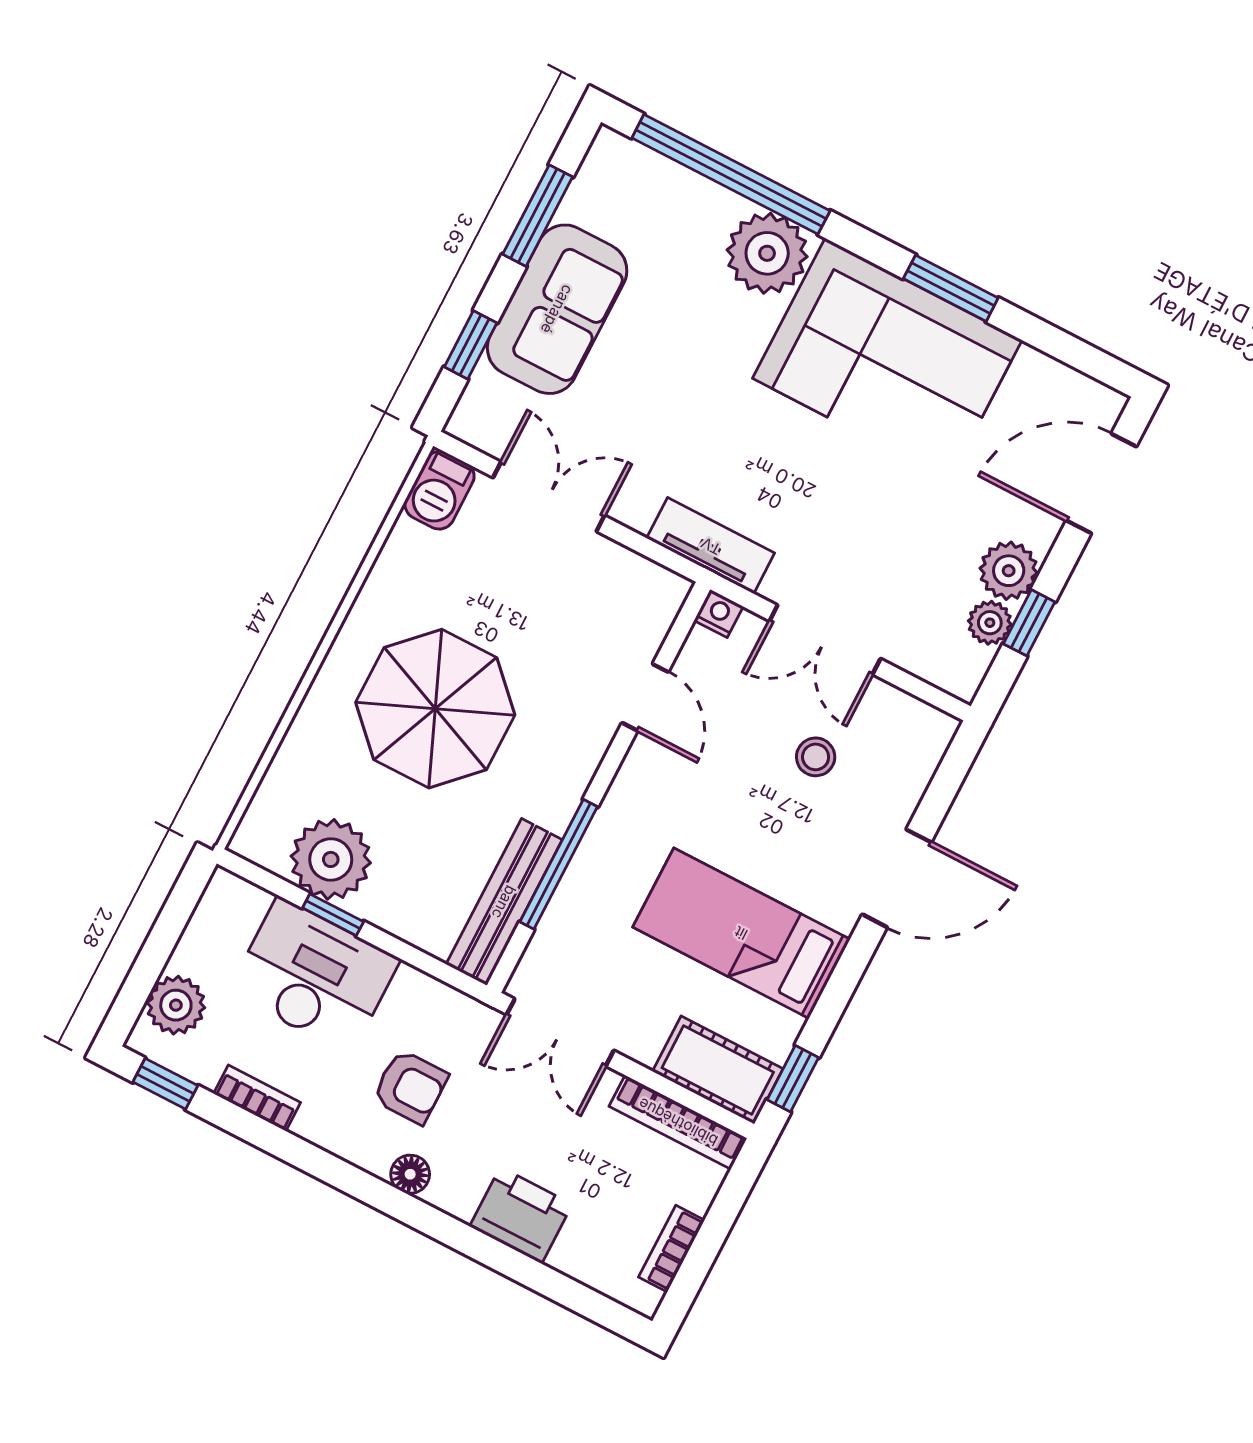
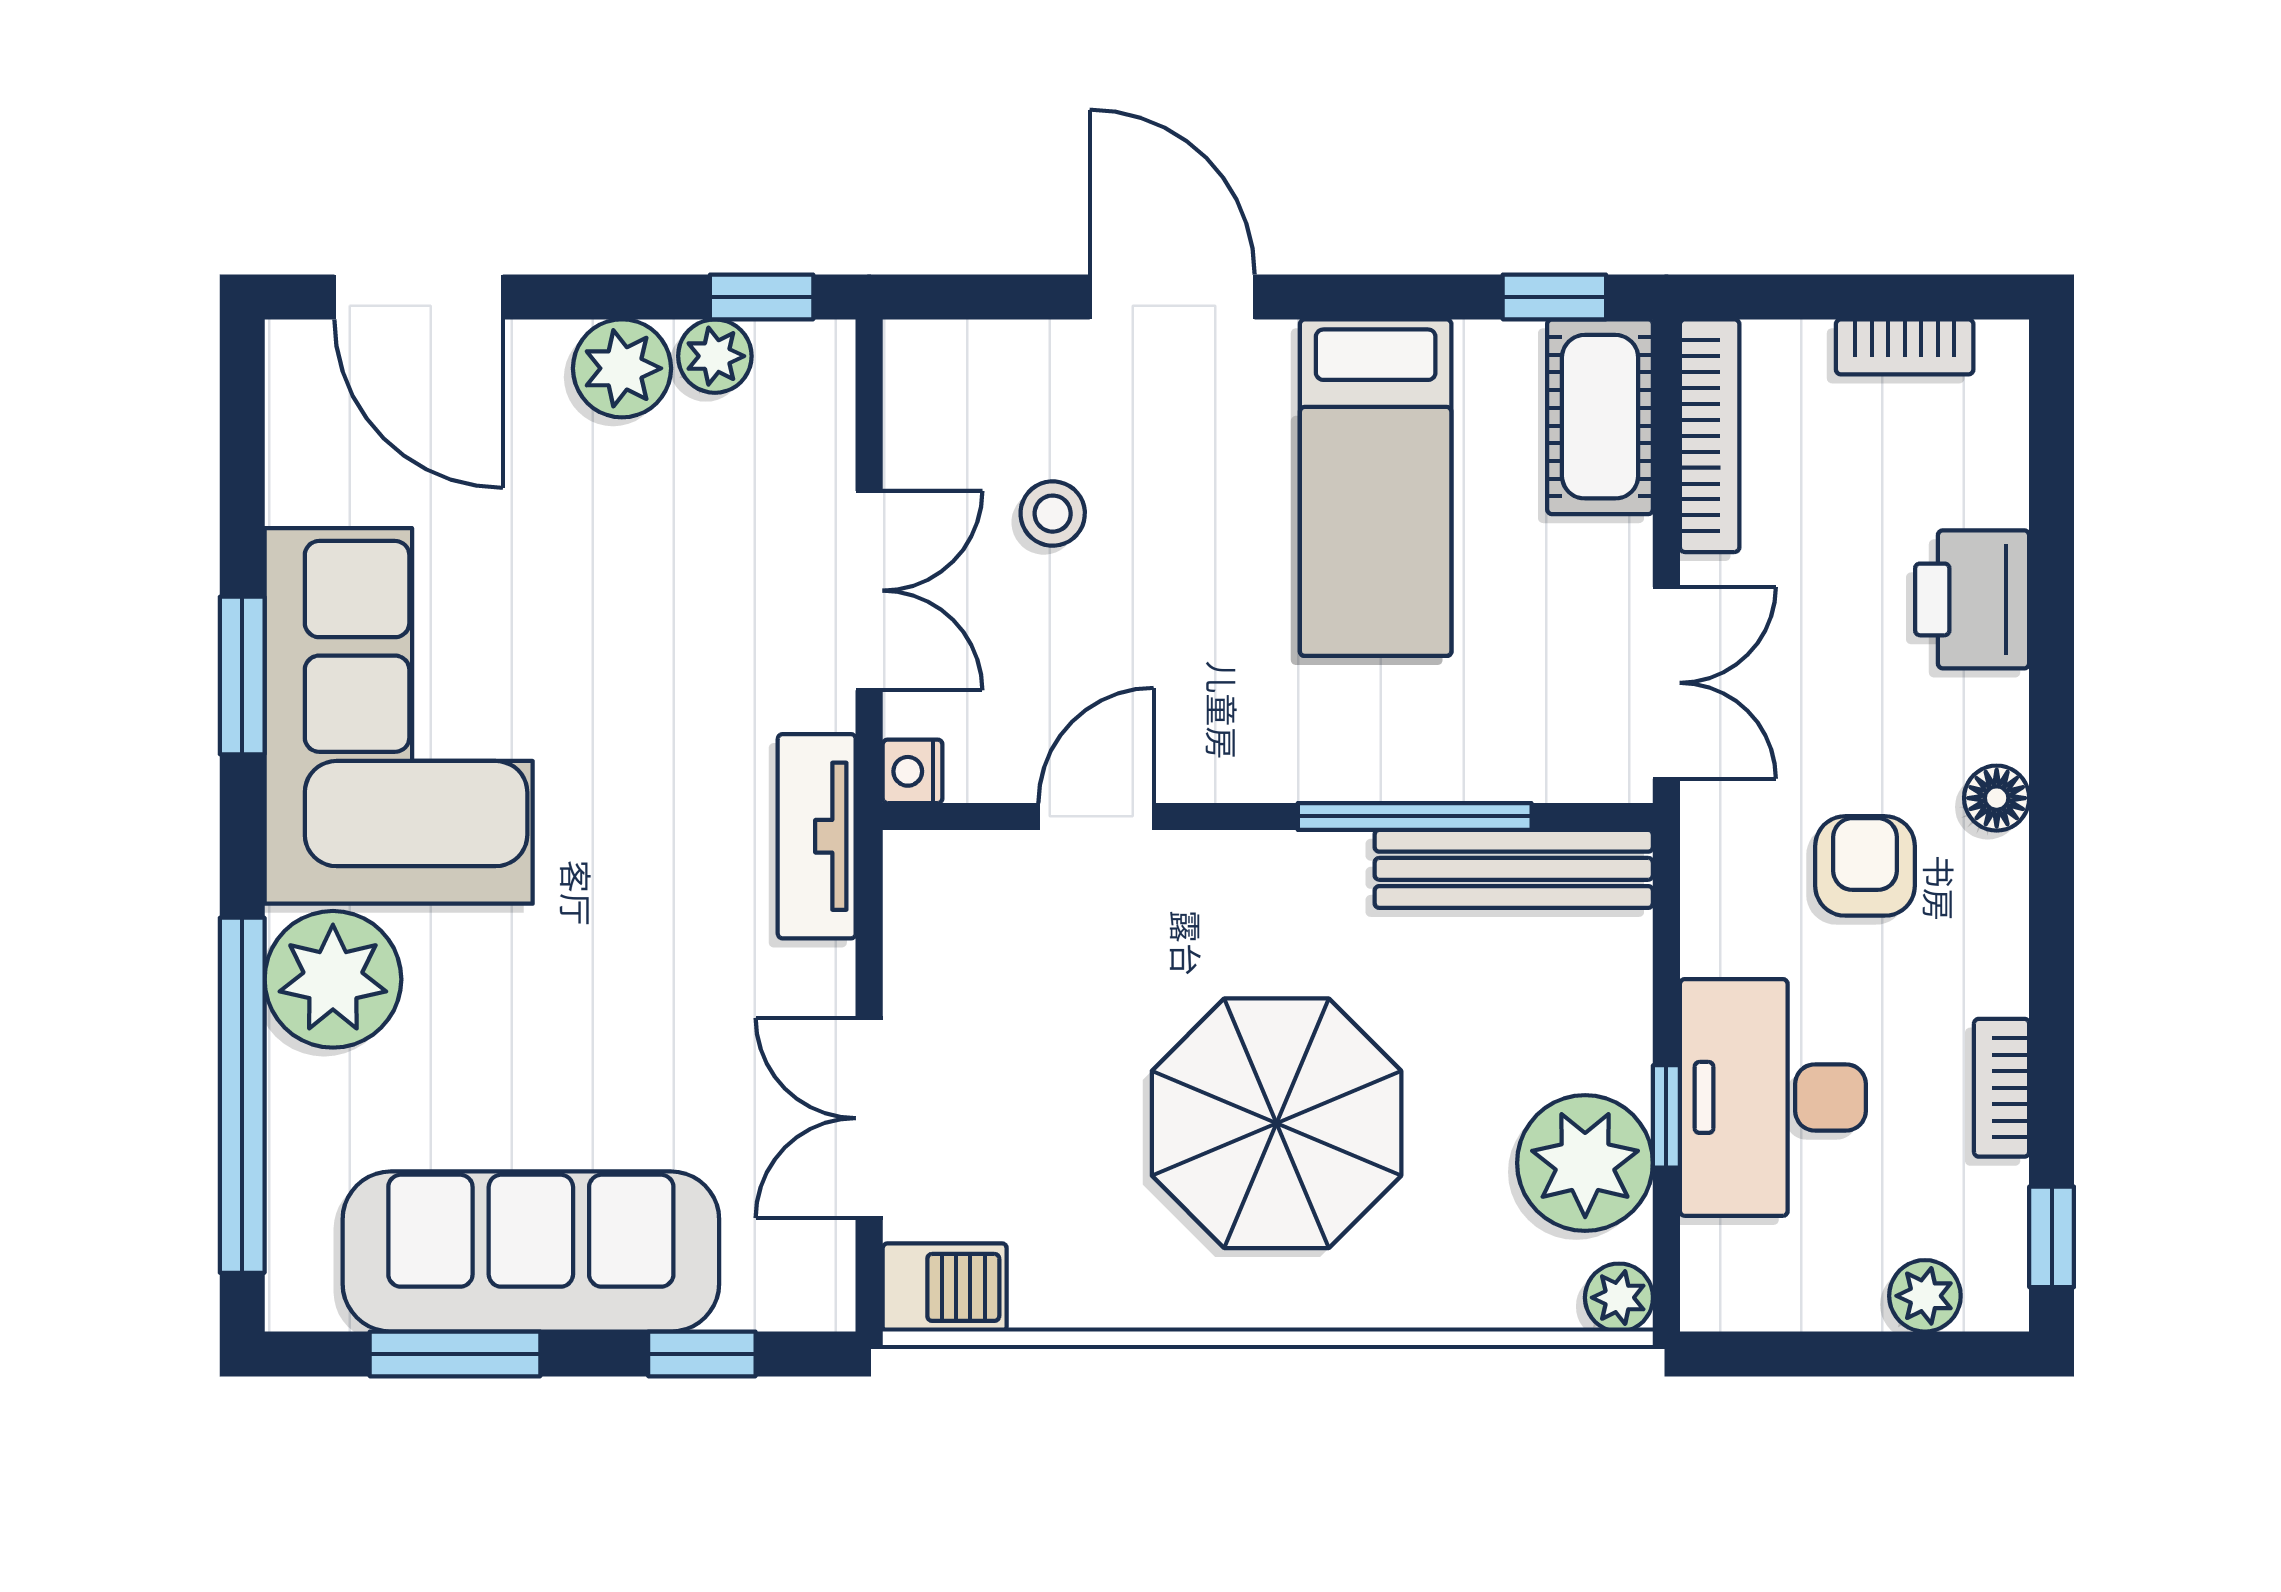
sofa: (557, 309) -> (531, 1252), width x1.36
window: (1029, 623) -> (762, 297), moved
plant: (251, 841) -> (1619, 1298), added
plant: (176, 1005) -> (1925, 1296), width x0.73, depth x0.73

